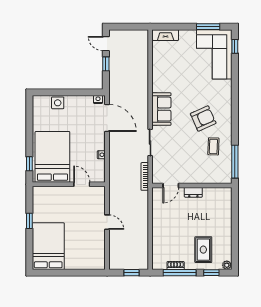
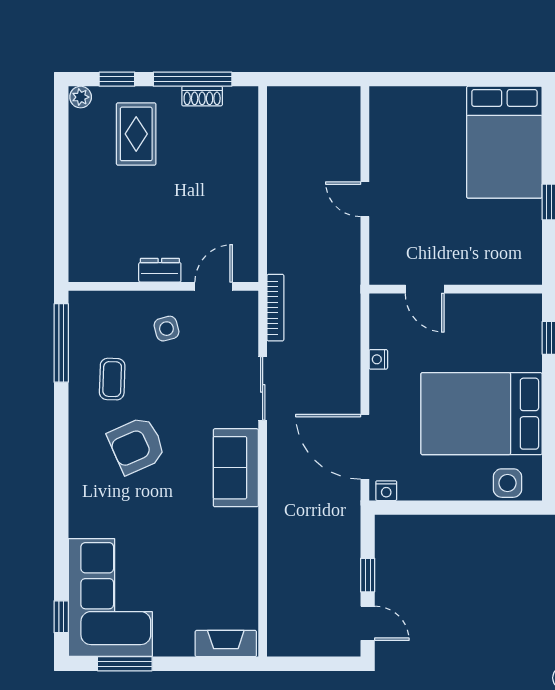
side table: (58, 103) -> (508, 483), moved
bed: (52, 157) -> (481, 414), moved, turned 90
side table: (191, 168) -> (166, 329), added
window: (131, 273) -> (307, 79), removed

